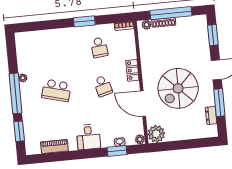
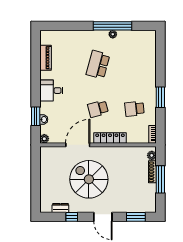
window: (171, 13) -> (160, 179), width x0.68
locker: (132, 70) -> (110, 138), width x1.53
window: (16, 93) -> (113, 26), moved
window: (219, 103) -> (72, 217), width x0.46
window: (19, 131) -> (63, 26), removed
plant: (156, 134) -> (48, 155), removed

